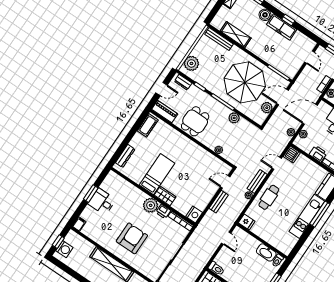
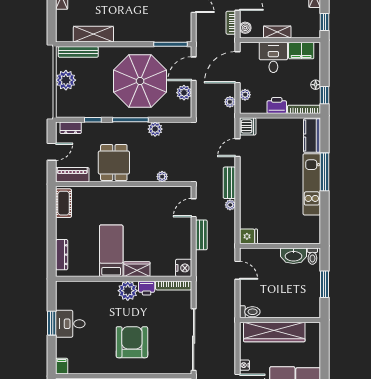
plant: (191, 63) -> (66, 80), moved
cafe table: (269, 197) -> (254, 192), removed

